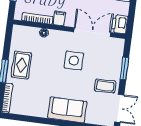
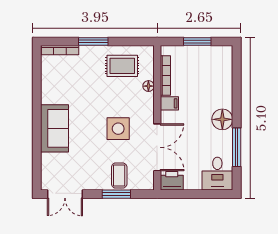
rug: (21, 65) -> (122, 66), moved
coffee table: (105, 86) -> (119, 176), moved

